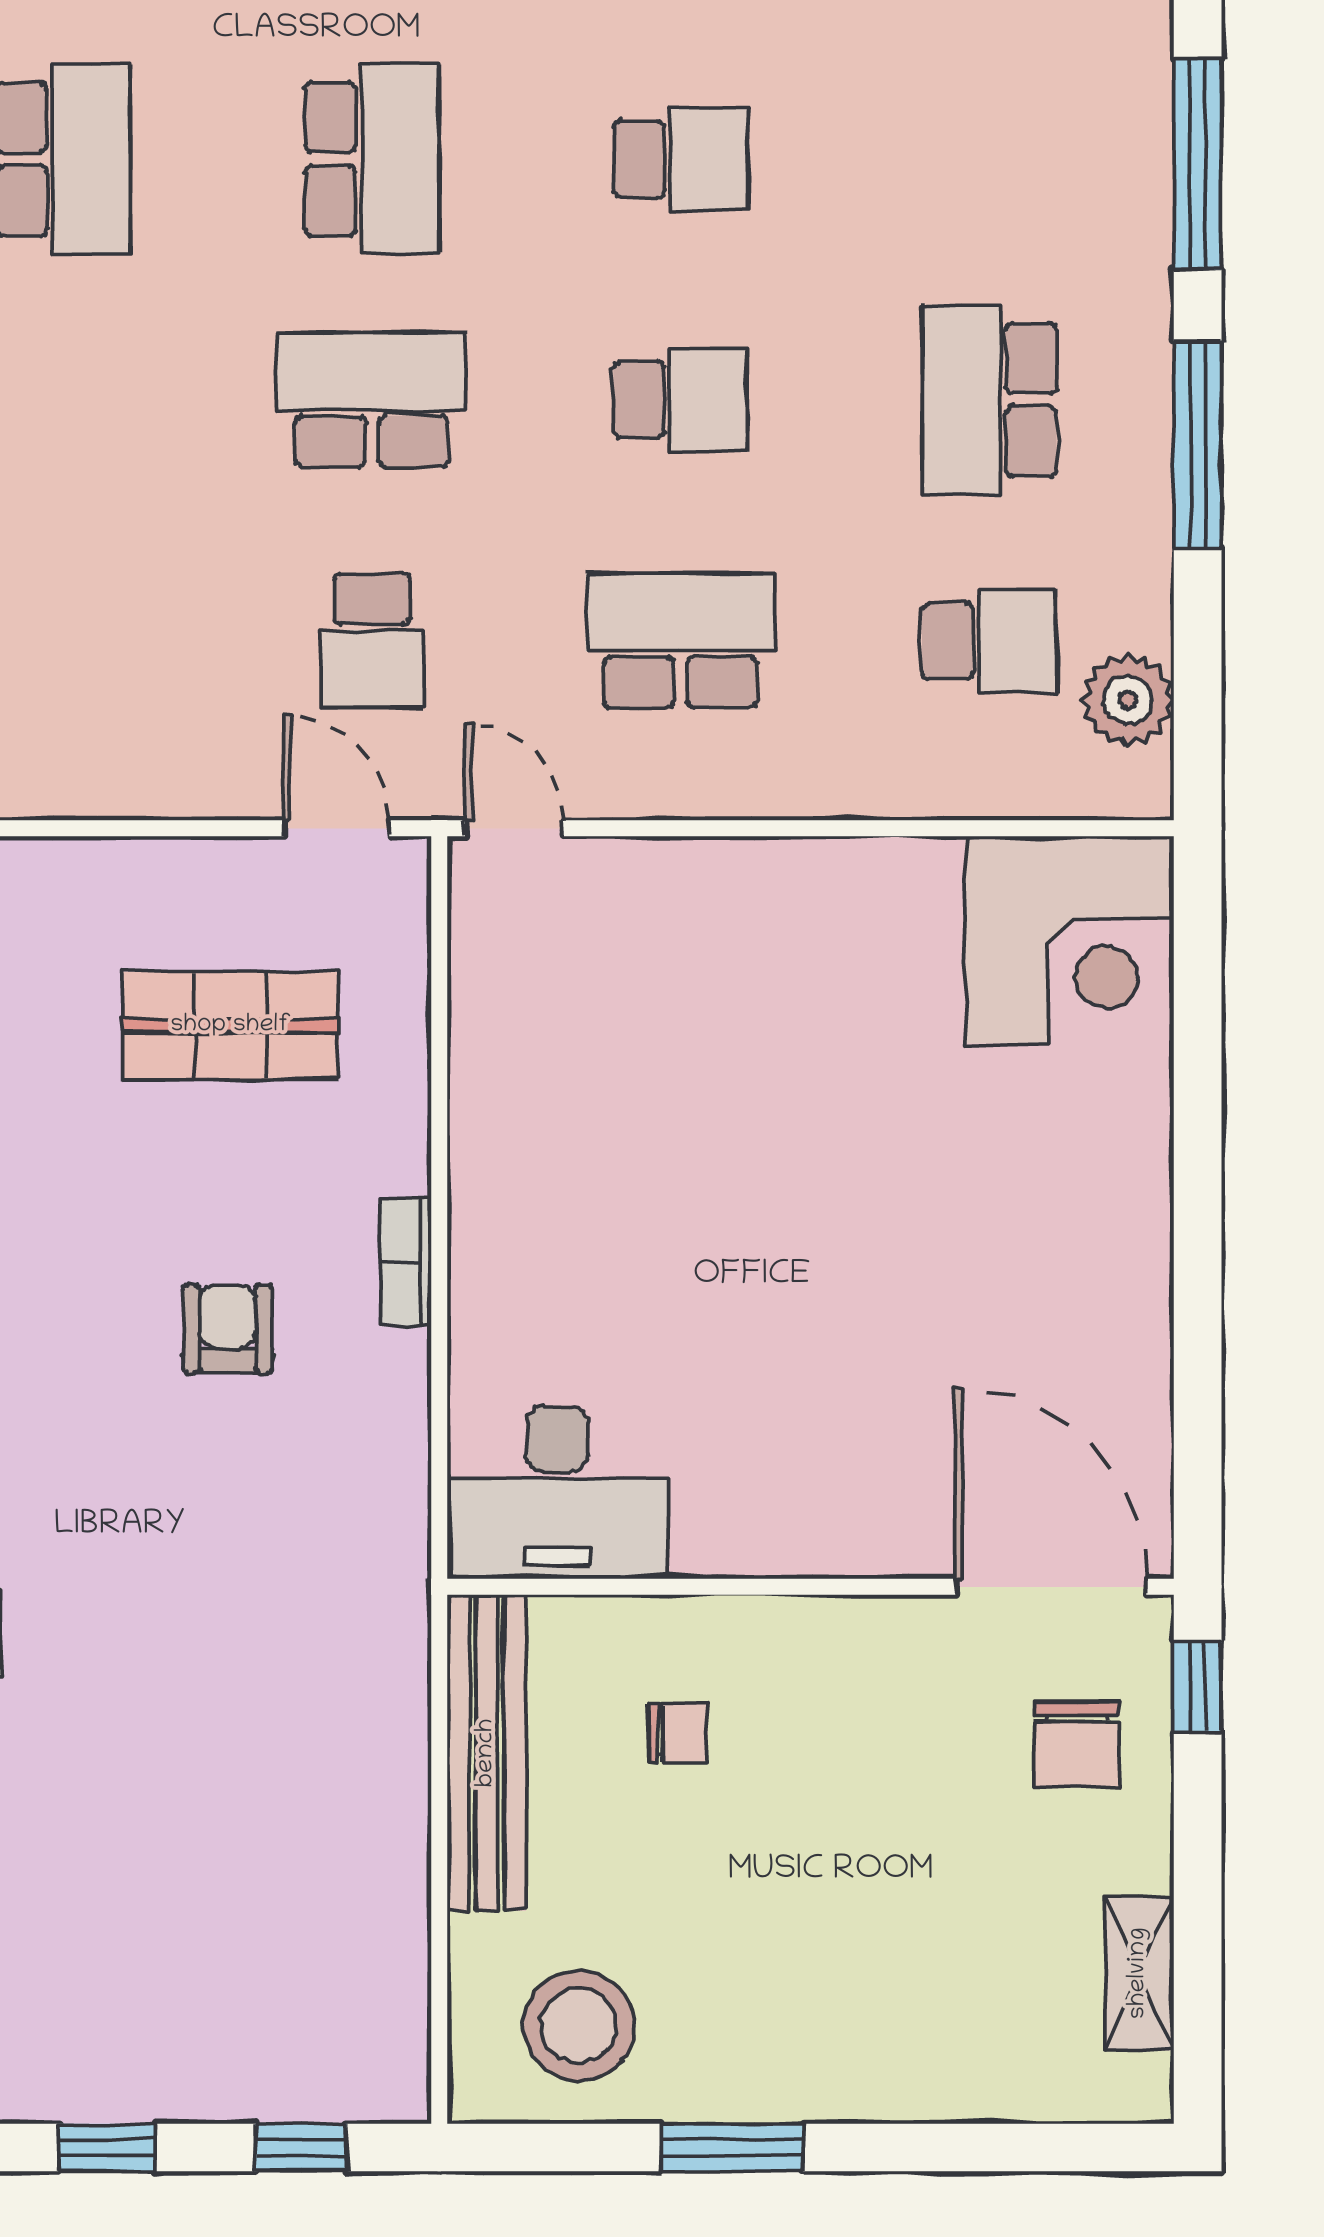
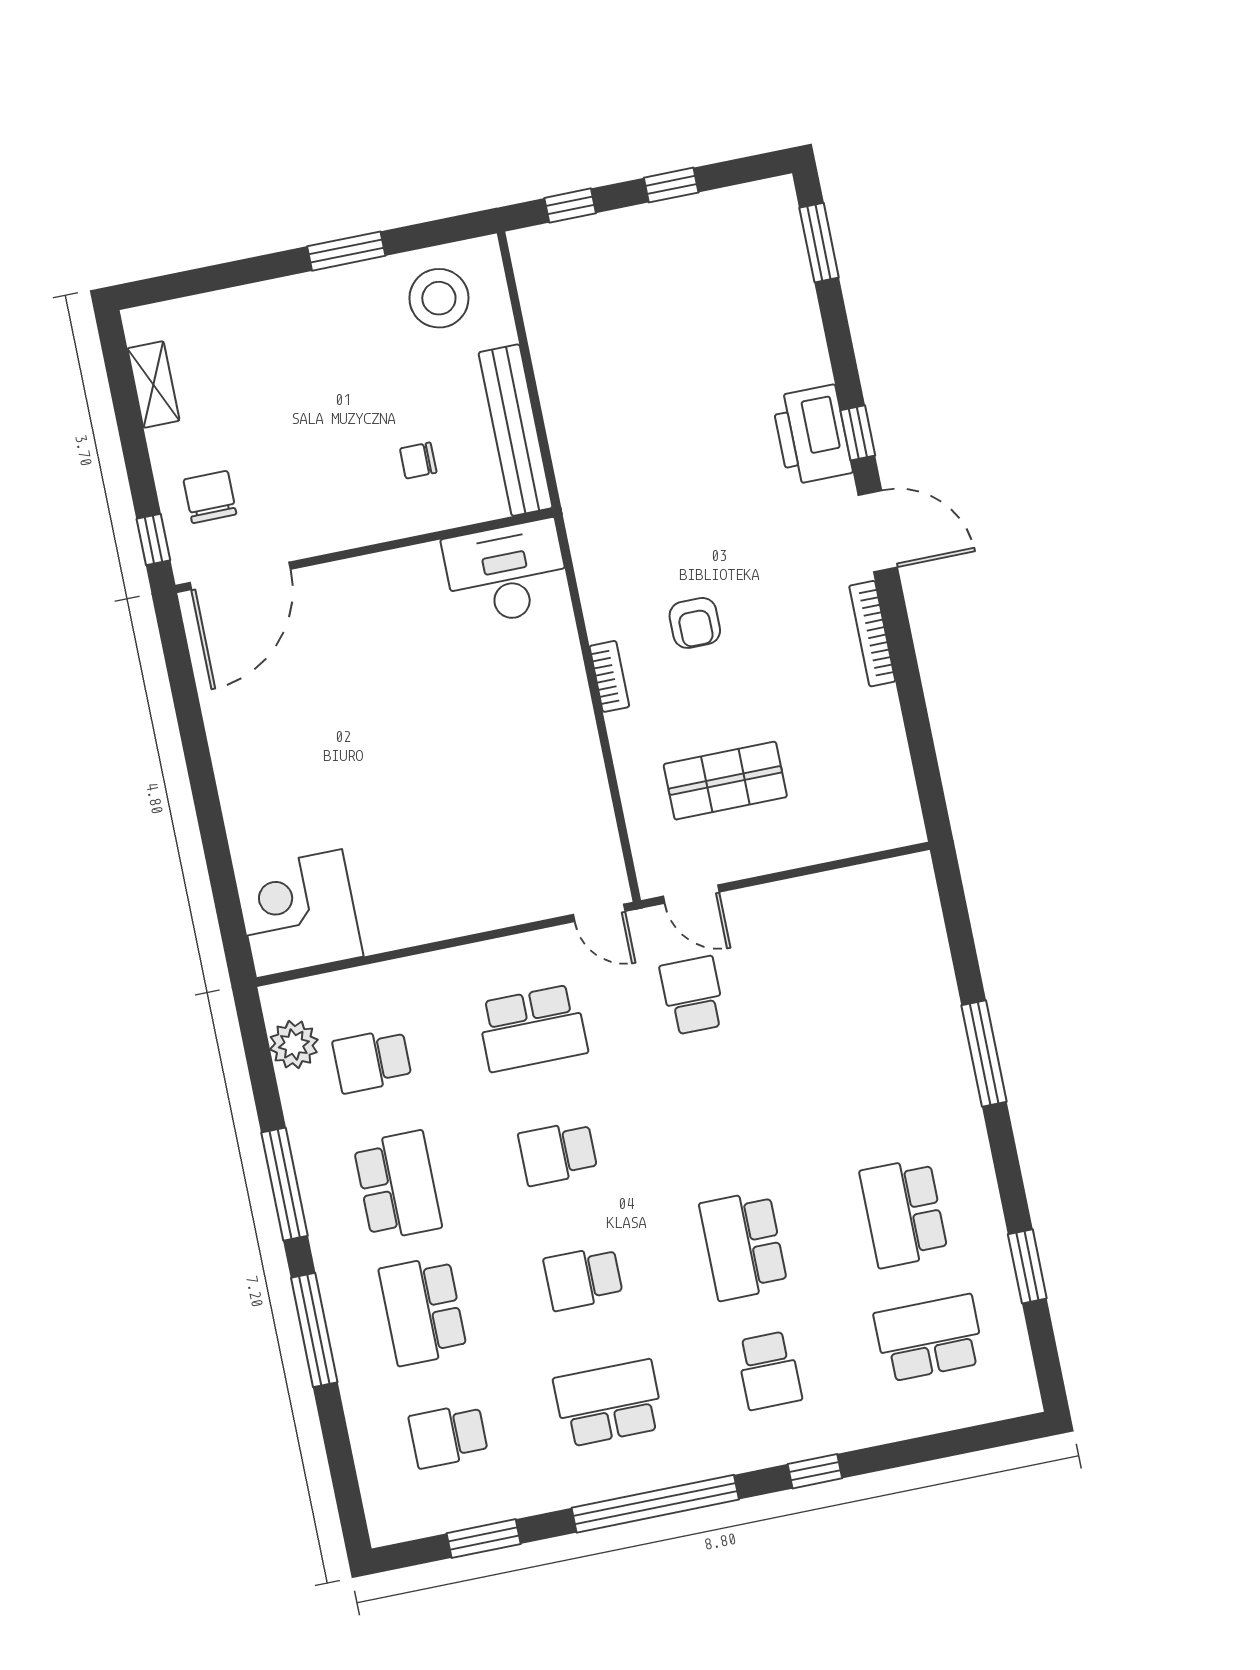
school desk: (372, 400) -> (423, 1311), moved, turned 90
door: (1051, 1587) -> (240, 576), hinge flipped

